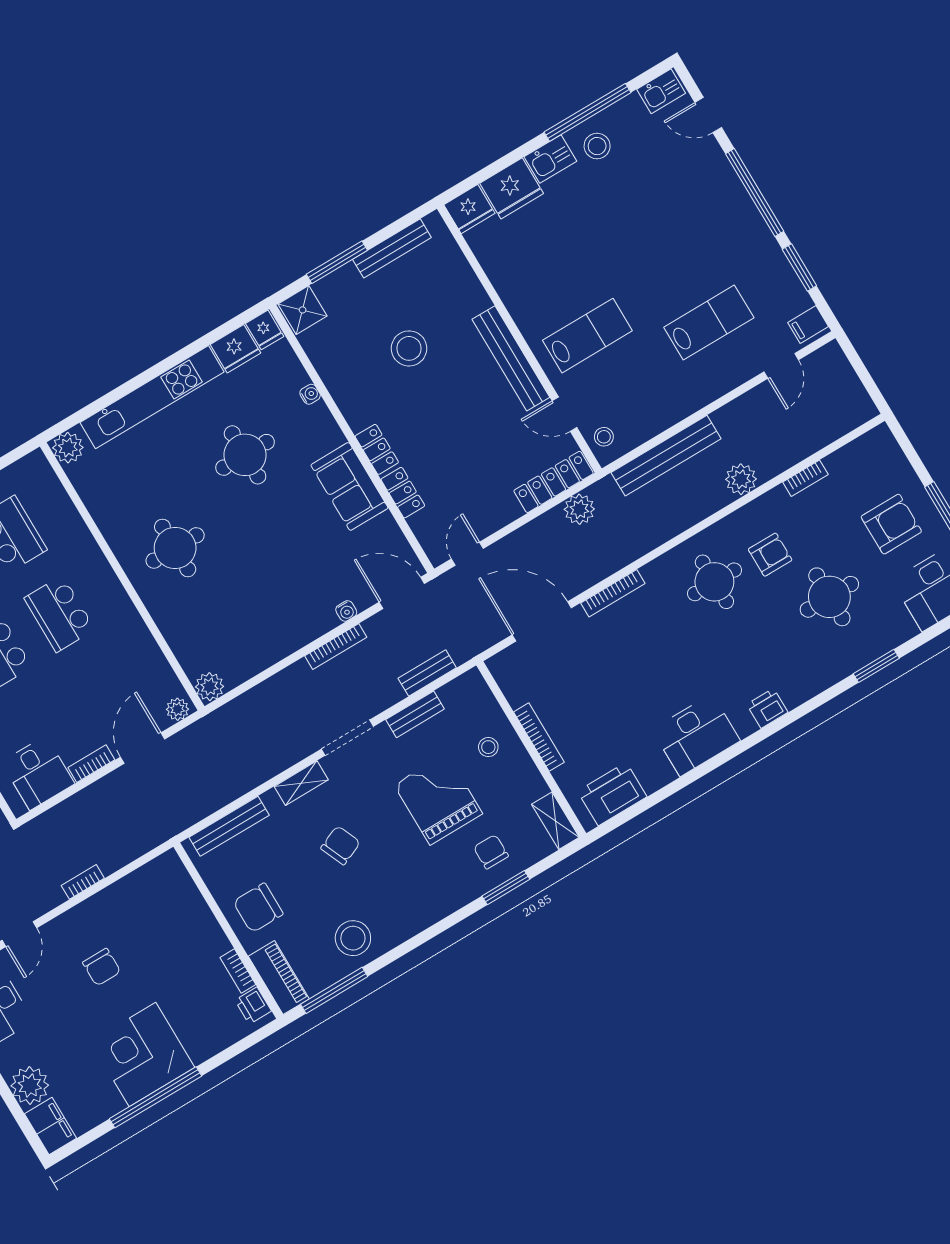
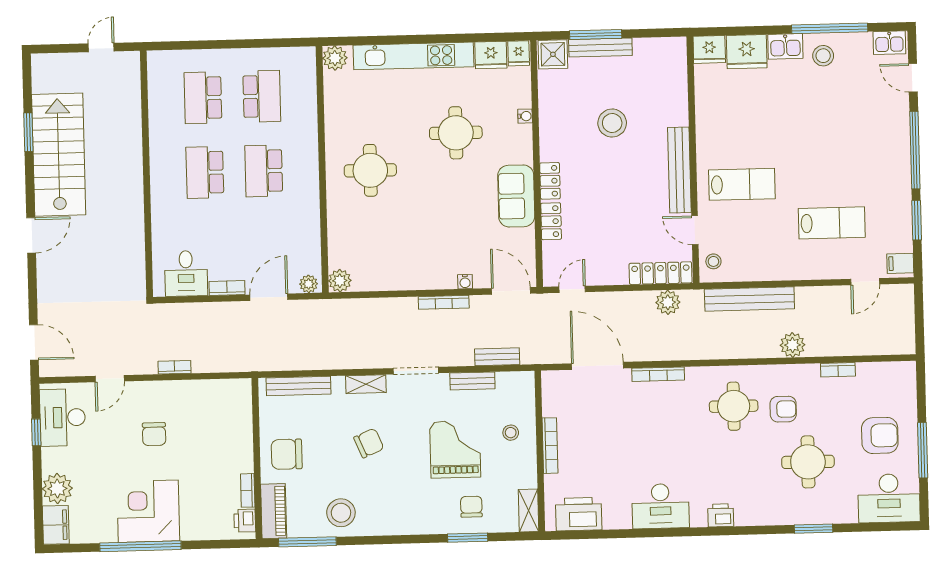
bench: (392, 248) -> (600, 48), moved

